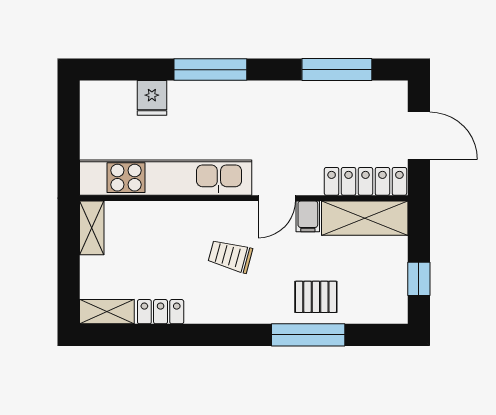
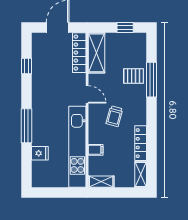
window: (337, 70) -> (26, 66), width x0.46
filing cabinet: (308, 216) -> (96, 150), moved
pallet: (316, 297) -> (134, 76), turned 90
locker: (161, 312) -> (141, 143), width x1.53

